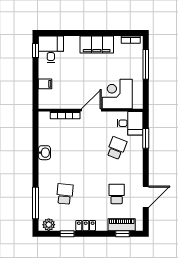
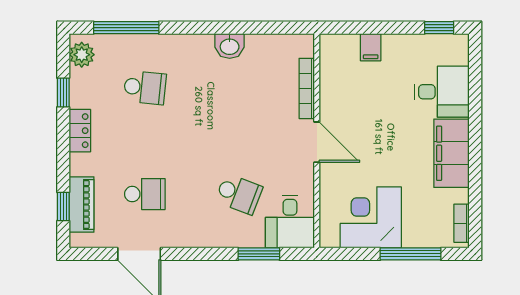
desk: (51, 49) -> (442, 92), moved
corner desk: (117, 94) -> (371, 217), moved, turned -90

